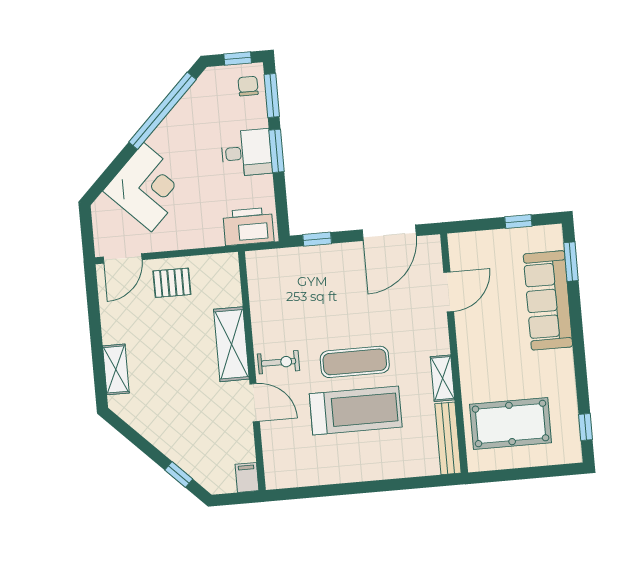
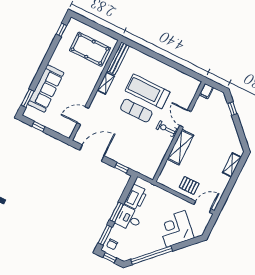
printer: (248, 226) -> (136, 197), moved, turned -90

